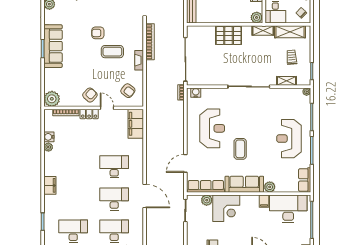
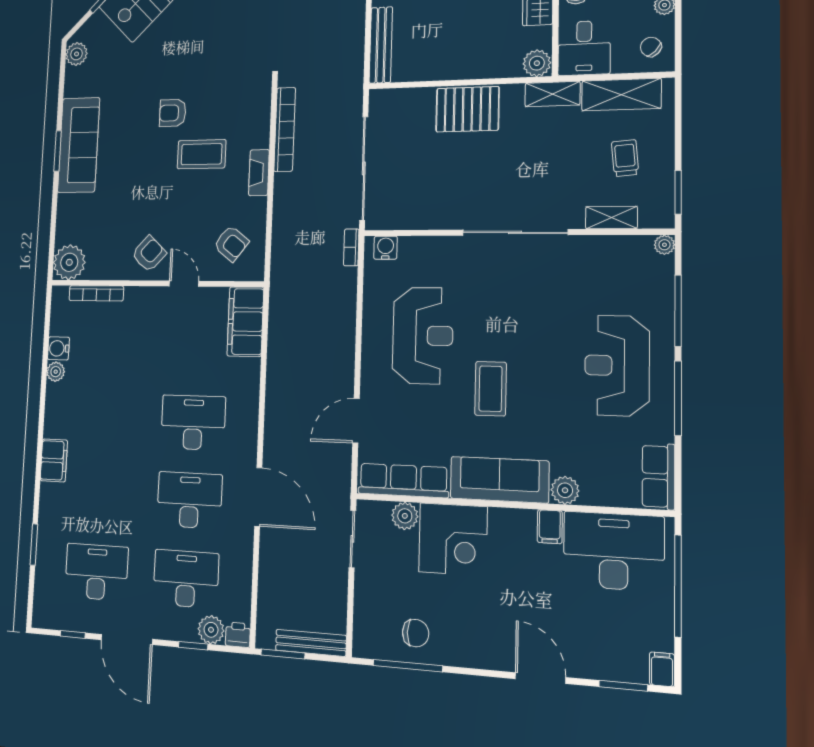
locker: (89, 114) -> (145, 297), removed

